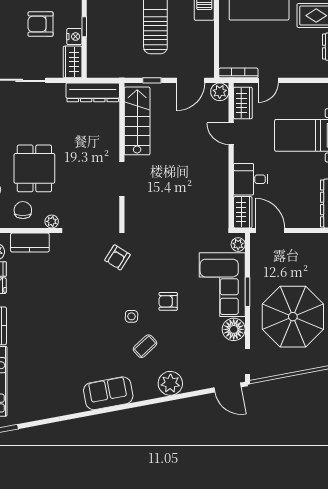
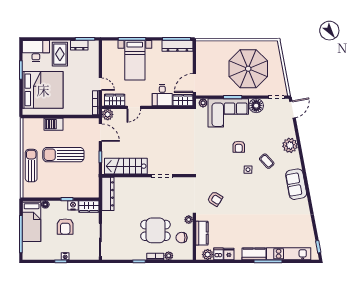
armchair: (117, 257) -> (215, 199), moved

